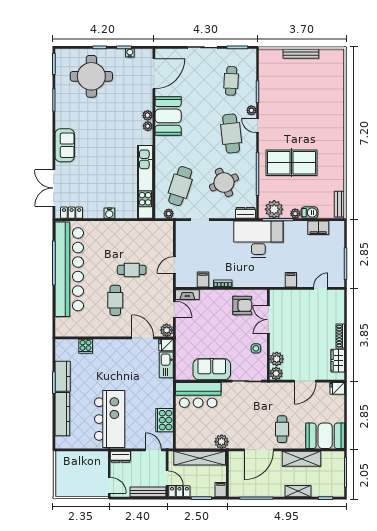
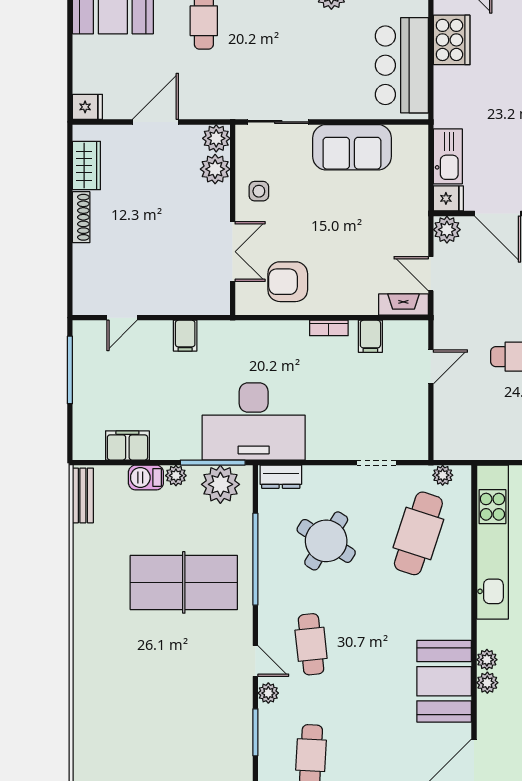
cafe table: (231, 133) -> (311, 644), width x0.73, depth x0.74
round table: (224, 182) -> (326, 541), turned -34
bar counter: (198, 395) -> (402, 65), moved, turned -90

